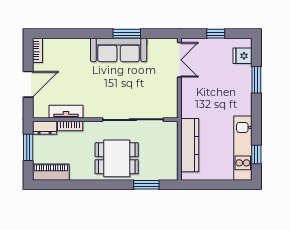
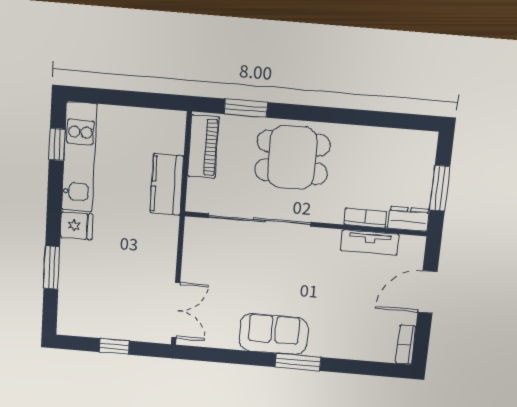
window: (127, 34) -> (298, 362), moved
sofa: (119, 50) -> (274, 334), width x0.73
fridge: (243, 56) -> (77, 226), moved
double door: (179, 60) -> (176, 310), swing flipped
kitchen counter: (190, 145) -> (167, 185), width x0.67
piano: (51, 172) -> (203, 147), moved, turned -90

